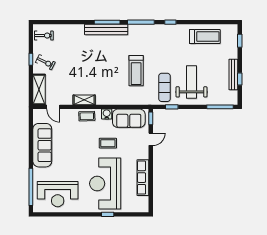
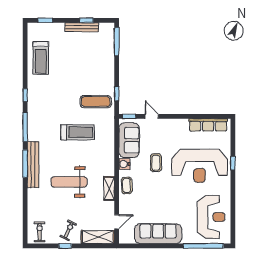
treadmill: (205, 37) -> (41, 58), turned 180
weight bench: (191, 82) -> (69, 182), moved
row of seats: (143, 178) -> (208, 125), moved

